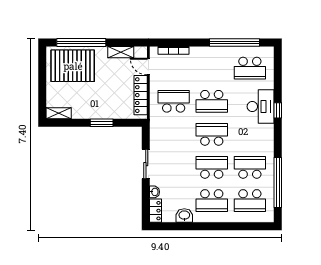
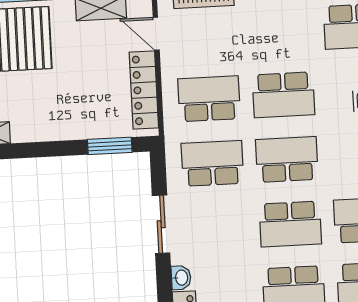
window: (102, 123) -> (110, 146), moved
school desk: (174, 134) -> (212, 163), added
school desk: (212, 167) -> (290, 224), turned 180

